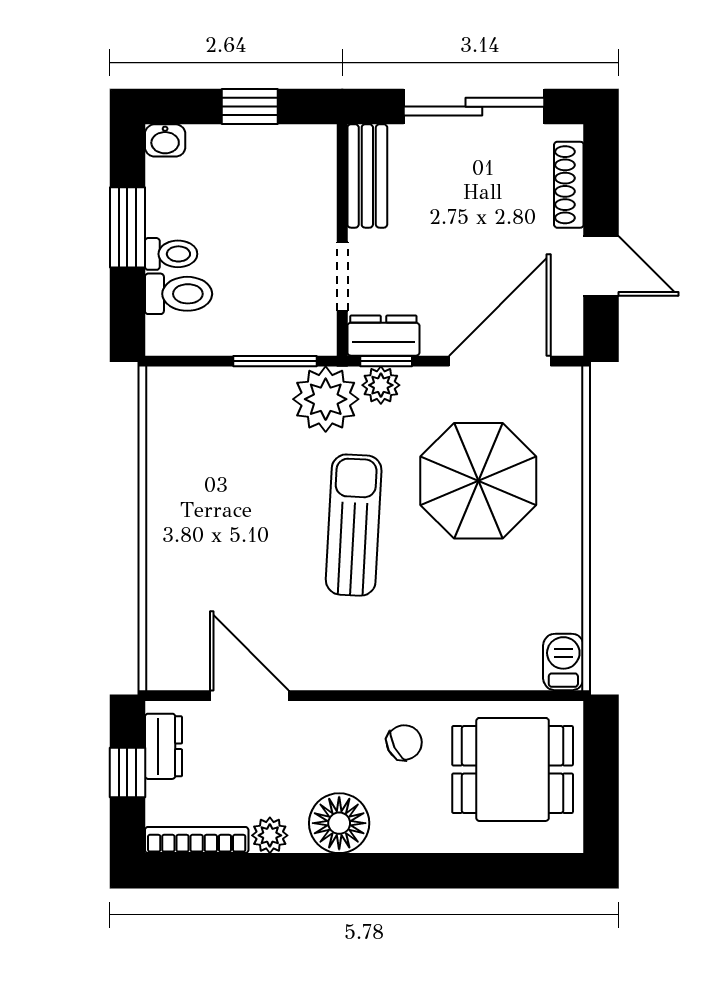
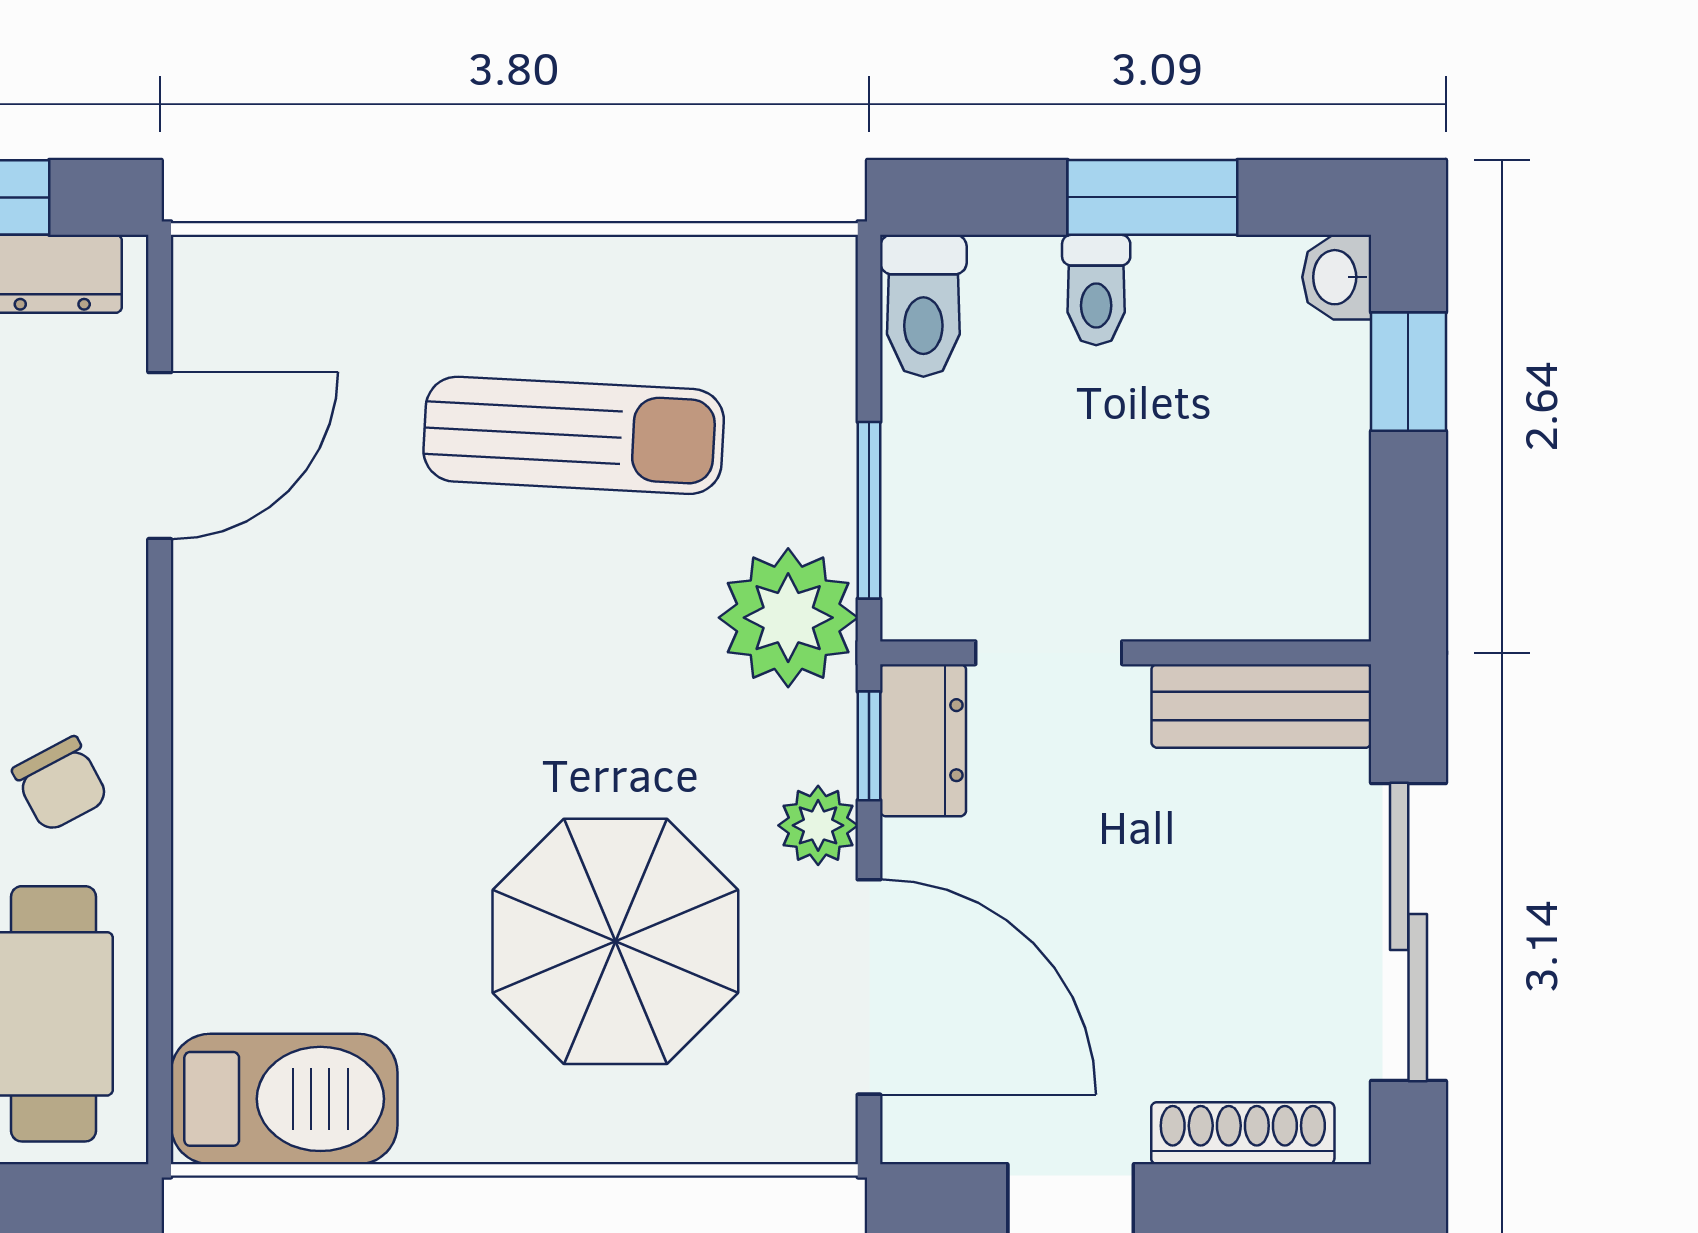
window: (250, 107) -> (1408, 372), moved
toilet: (179, 294) -> (923, 306), moved
plant: (381, 385) -> (818, 825), moved
sun lounger: (354, 525) -> (574, 435), moved
barbecue: (563, 662) -> (284, 1099), width x1.88, depth x1.53

